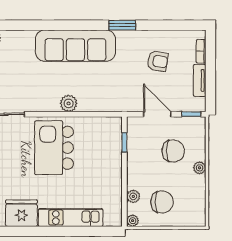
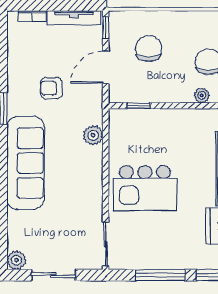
armchair: (158, 61) -> (51, 88), moved, turned -99
tv unit: (200, 80) -> (74, 18), width x1.41
plant: (69, 103) -> (93, 135), moved
plant: (200, 168) -> (168, 18), removed

